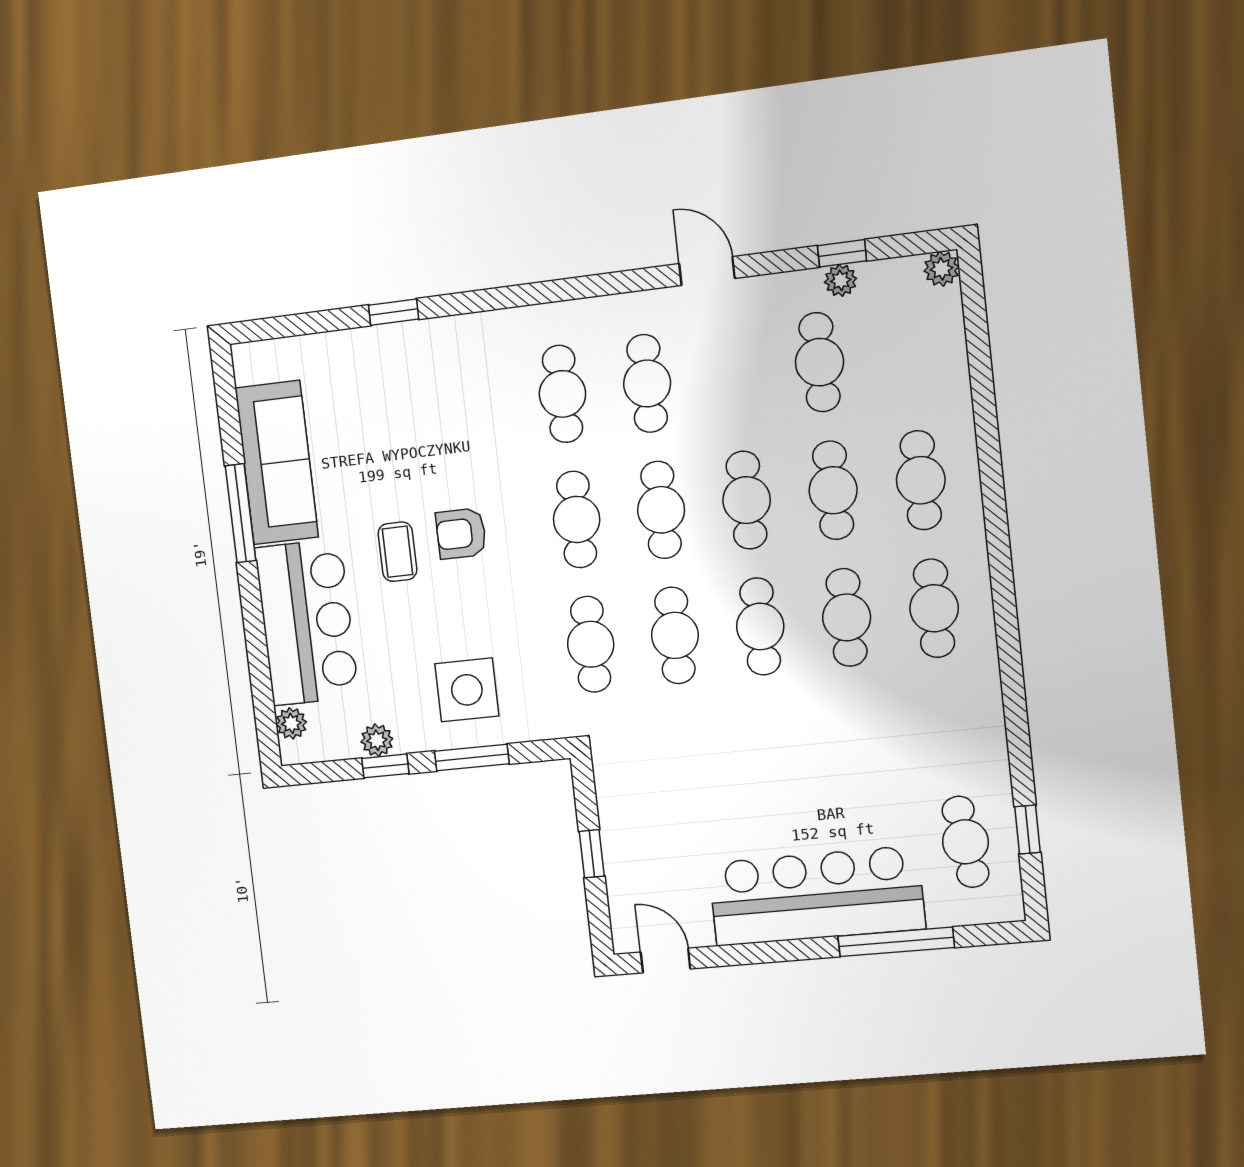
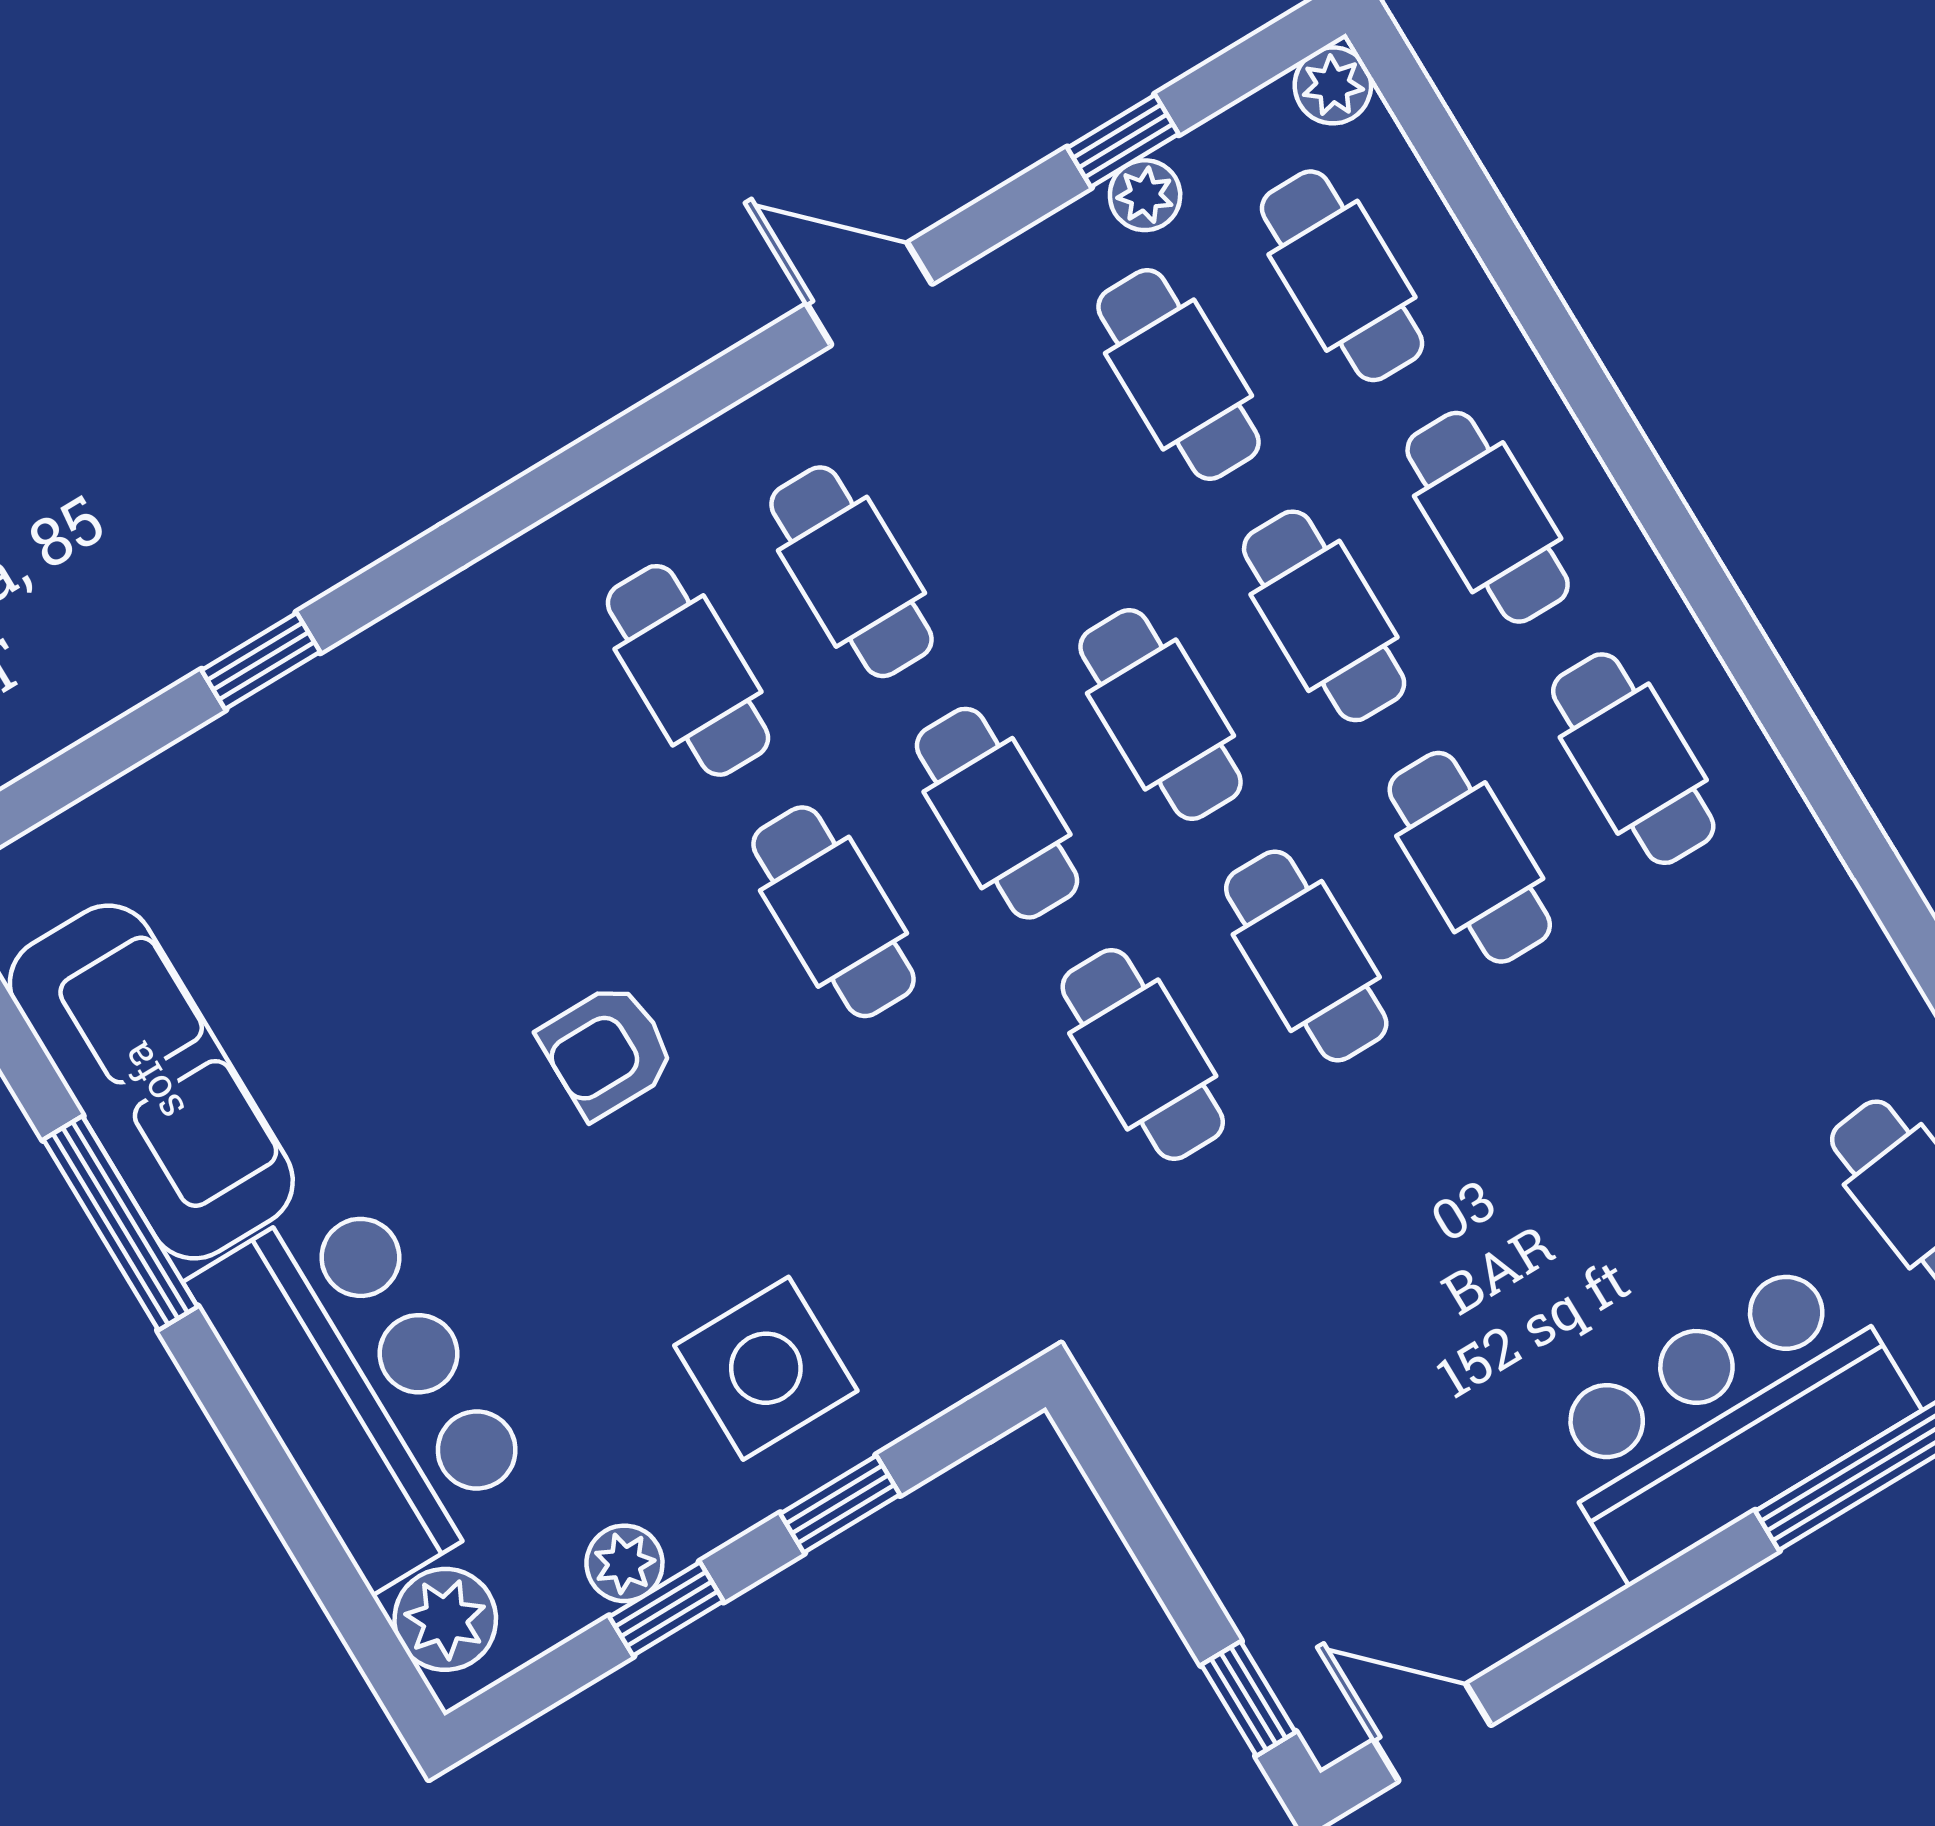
coffee table: (397, 552) -> (491, 1150), removed
cafe table: (591, 644) -> (1342, 276), moved
plant: (291, 723) -> (445, 1619), width x1.38, depth x1.38
window: (472, 758) -> (840, 1504), width x0.67
window: (592, 854) -> (1248, 1699), moved
bar counter: (816, 896) -> (1727, 1417), width x0.73

